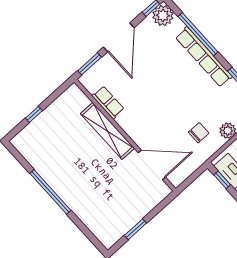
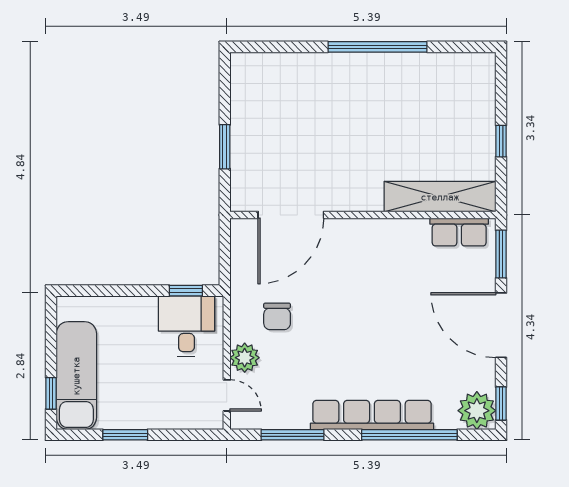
row of seats: (108, 102) -> (459, 232), moved
window: (34, 114) -> (501, 141), moved
shelving: (107, 131) -> (440, 197), moved
window: (135, 229) -> (225, 147), moved

